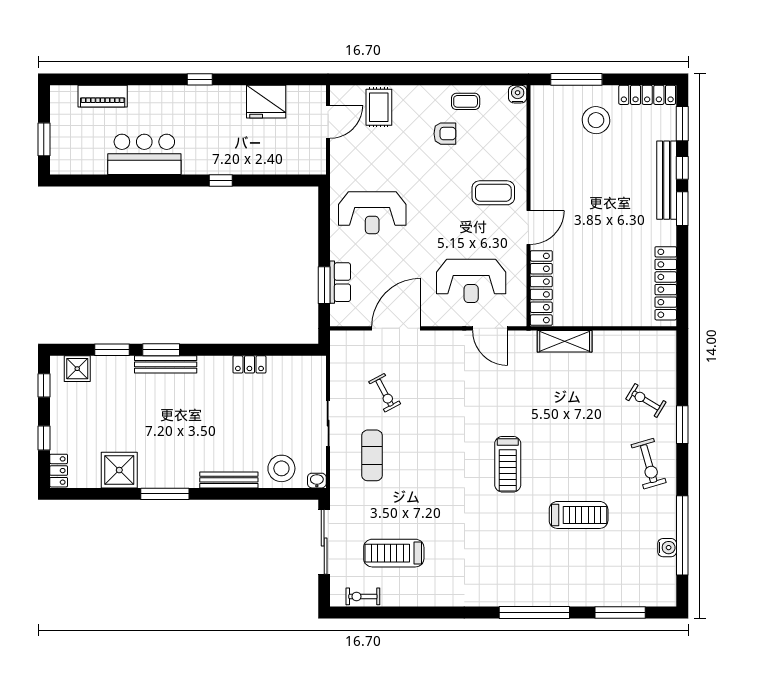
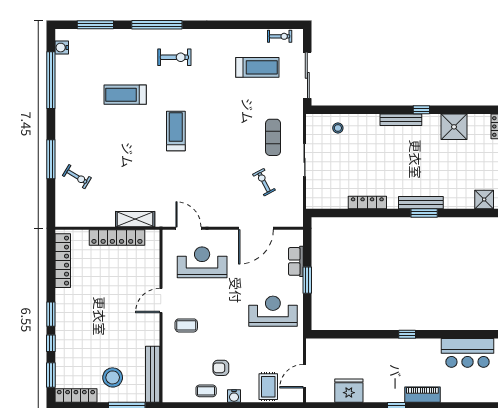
water cooler: (518, 94) -> (234, 396), moved
piano: (103, 96) -> (422, 395), moved
bar counter: (144, 154) -> (467, 353), moved
bench: (667, 180) -> (153, 374), moved
window: (221, 181) -> (407, 334), moved
coffee table: (493, 193) -> (186, 325), width x0.73, depth x0.77
window: (324, 285) -> (307, 280), moved
locker: (541, 288) -> (117, 237), moved, turned -90
window: (112, 350) -> (459, 213), removed
locker: (249, 364) -> (367, 202), width x1.53
window: (682, 425) -> (51, 159), width x1.44
exercise bike: (649, 464) -> (174, 57), moved, turned 106
stool: (281, 468) -> (338, 128), width x0.53, depth x0.53
bench: (229, 480) -> (401, 120), moved
washbasin: (317, 481) -> (313, 119), removed
window: (165, 494) -> (421, 110), width x0.46
water cooler: (667, 548) -> (62, 48), moved

